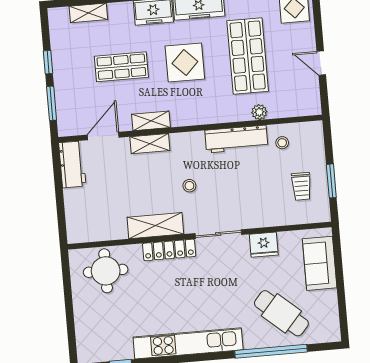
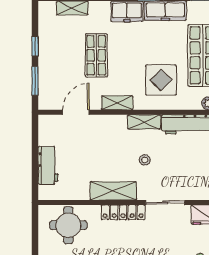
display table: (185, 62) -> (161, 80), moved
shop shelf: (121, 67) -> (96, 55), turned 90
shelving: (150, 144) -> (144, 122), moved
workbench: (72, 164) -> (48, 165), moved

